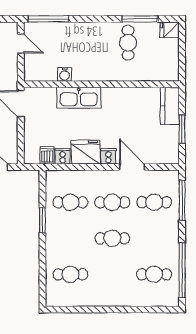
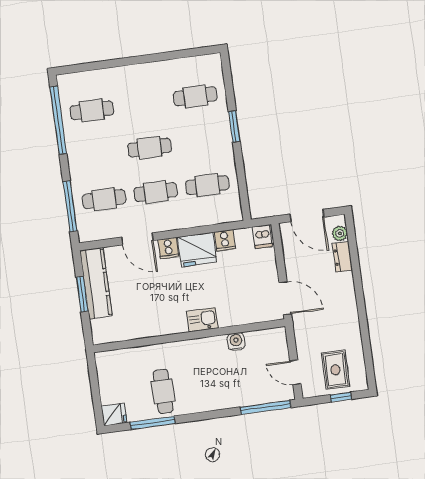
kitchen sink: (79, 98) -> (202, 320), width x0.53, depth x0.81
kitchen counter: (170, 106) -> (96, 283), moved, width x1.50
dishwasher: (47, 155) -> (262, 237), moved
window: (43, 220) -> (234, 127), moved

